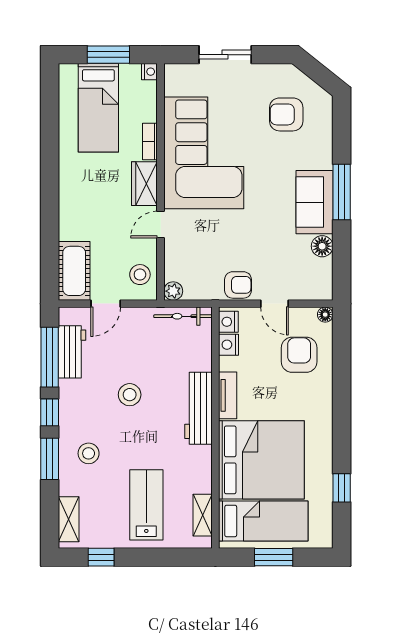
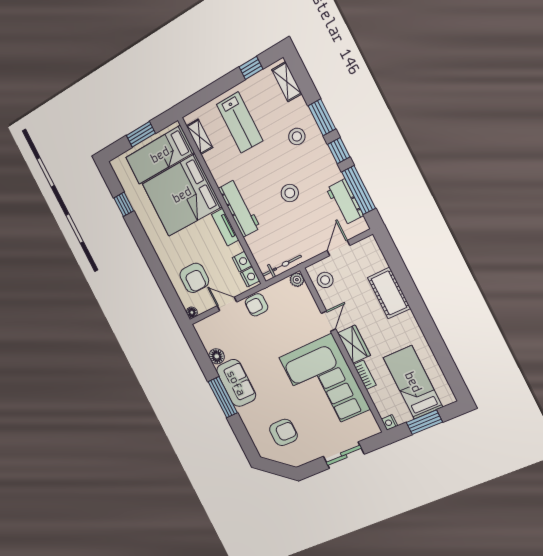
cot: (74, 271) -> (389, 293), moved

